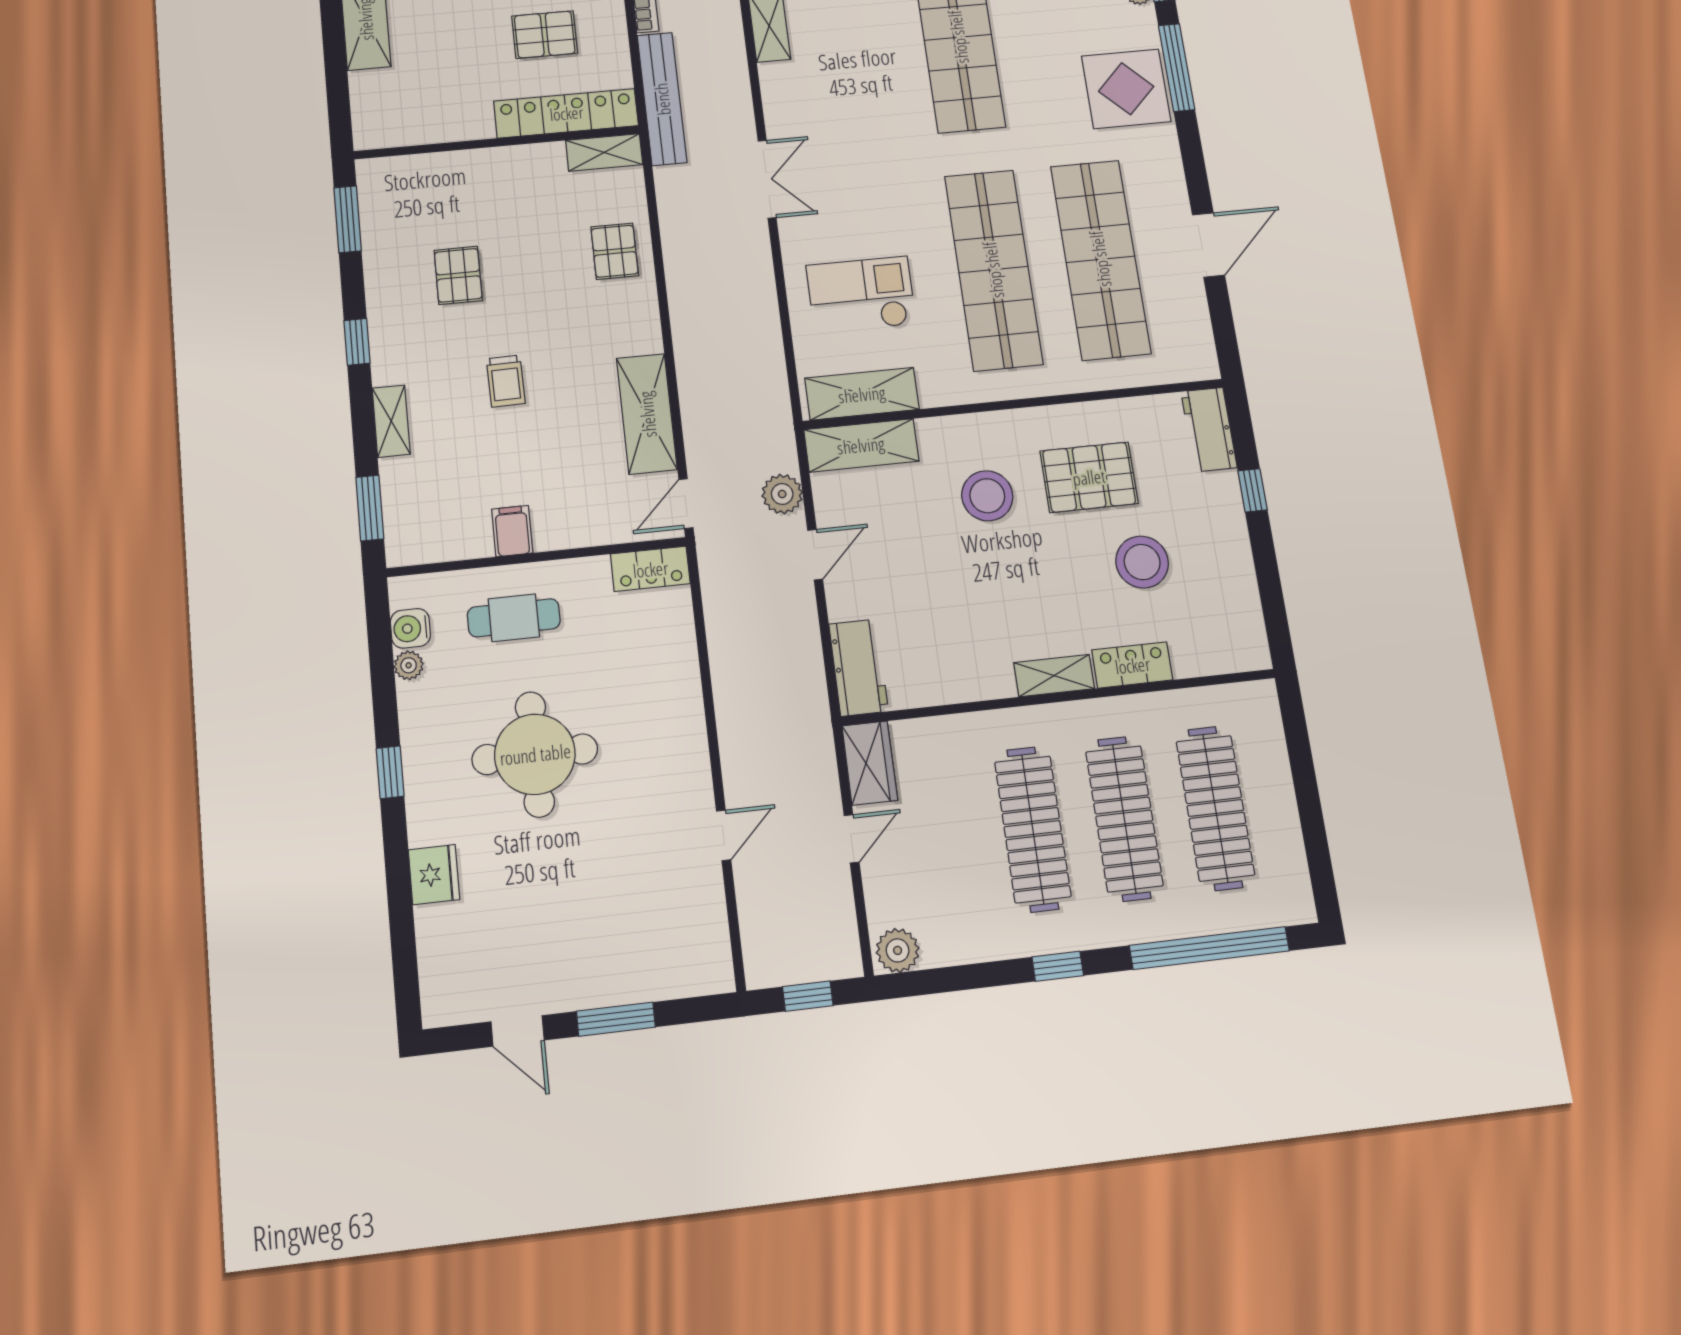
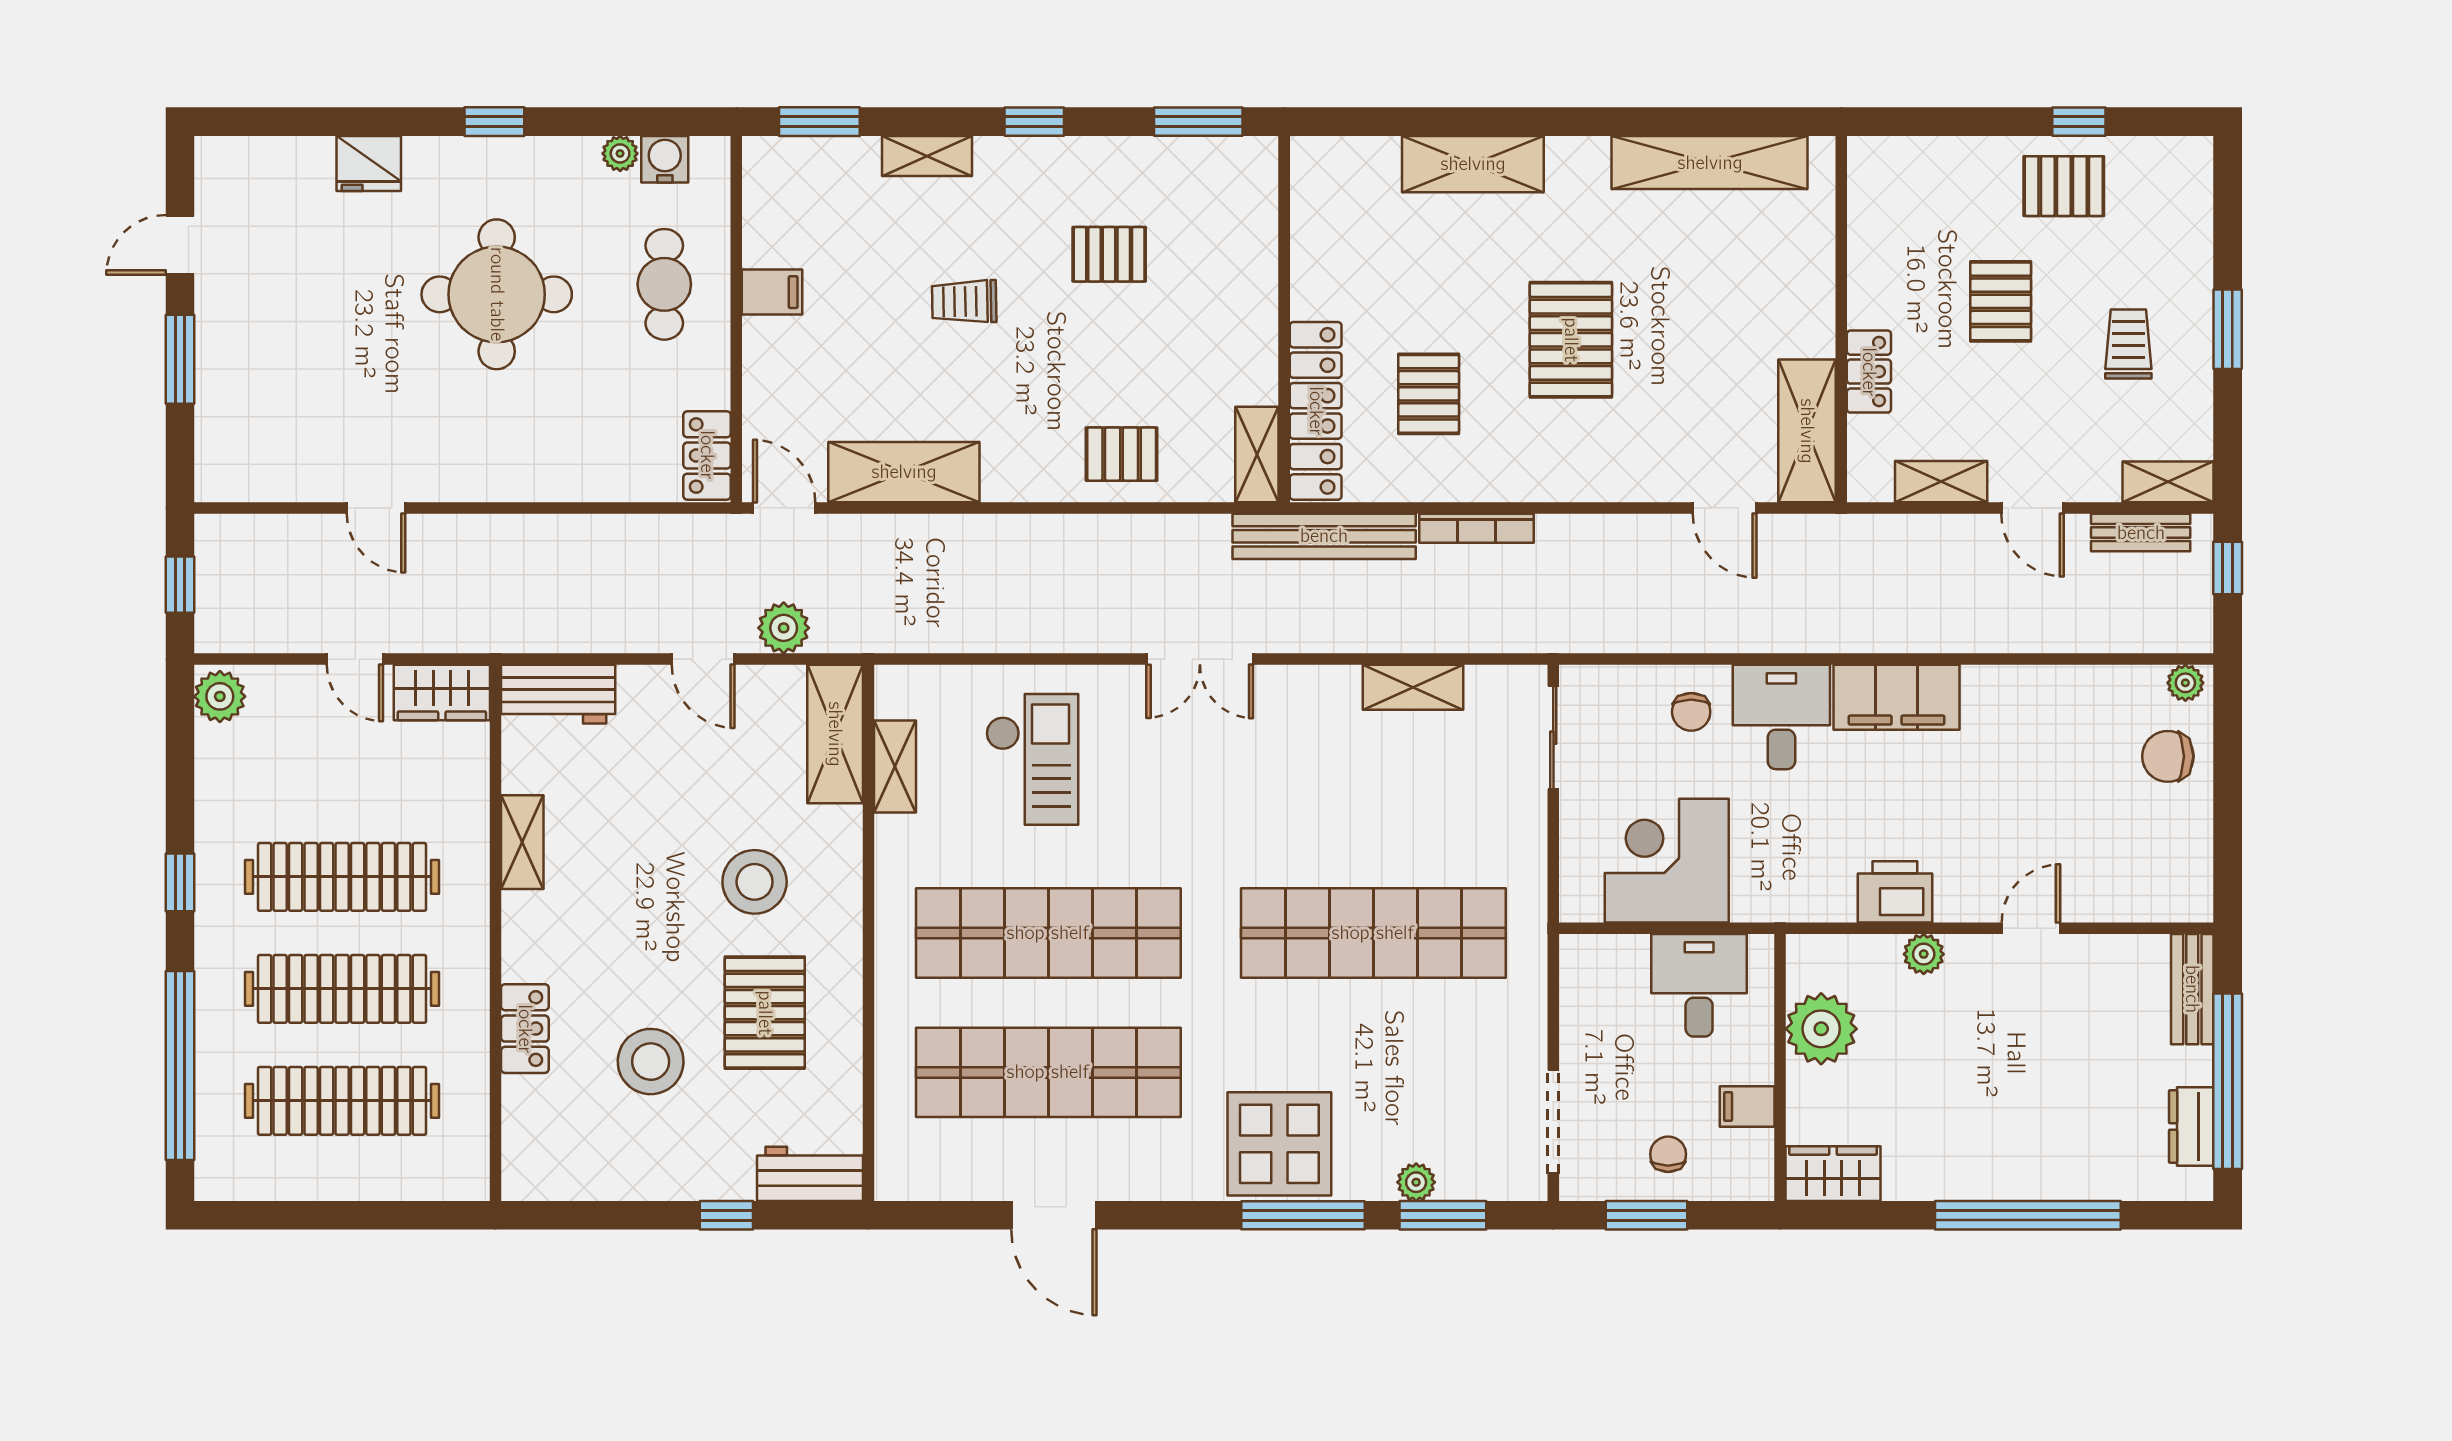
shelving: (862, 394) -> (895, 767), width x0.67, depth x0.75
shelving: (1054, 676) -> (522, 842), moved

